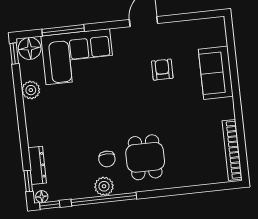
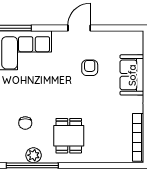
chair: (107, 159) -> (25, 123), moved

